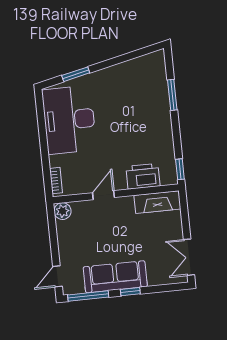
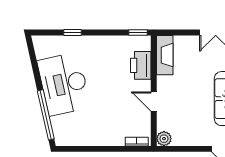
window: (76, 74) -> (46, 115), width x2.11
window: (172, 95) -> (72, 32), width x0.67
desk: (69, 120) -> (64, 84), moved, turned 77

